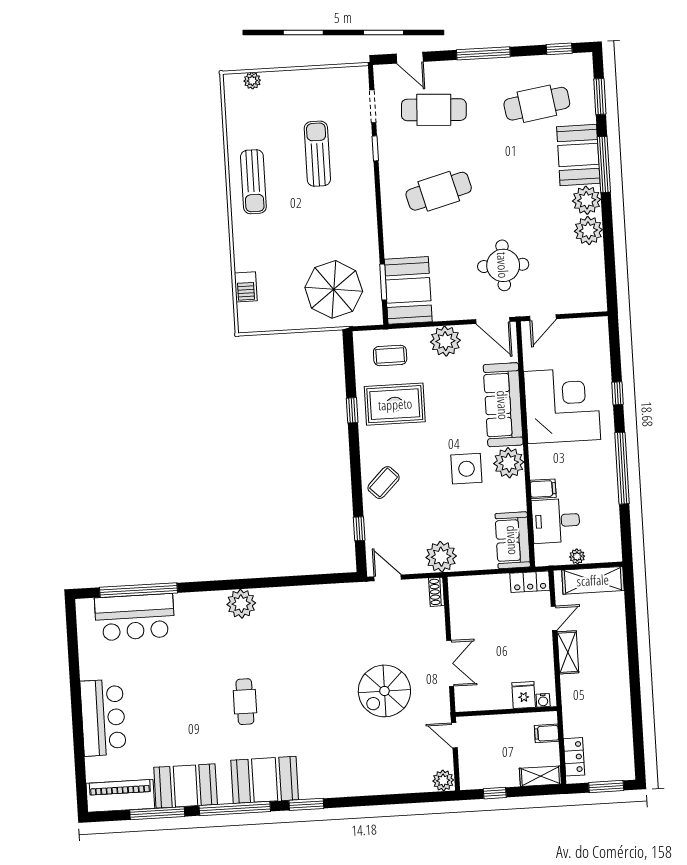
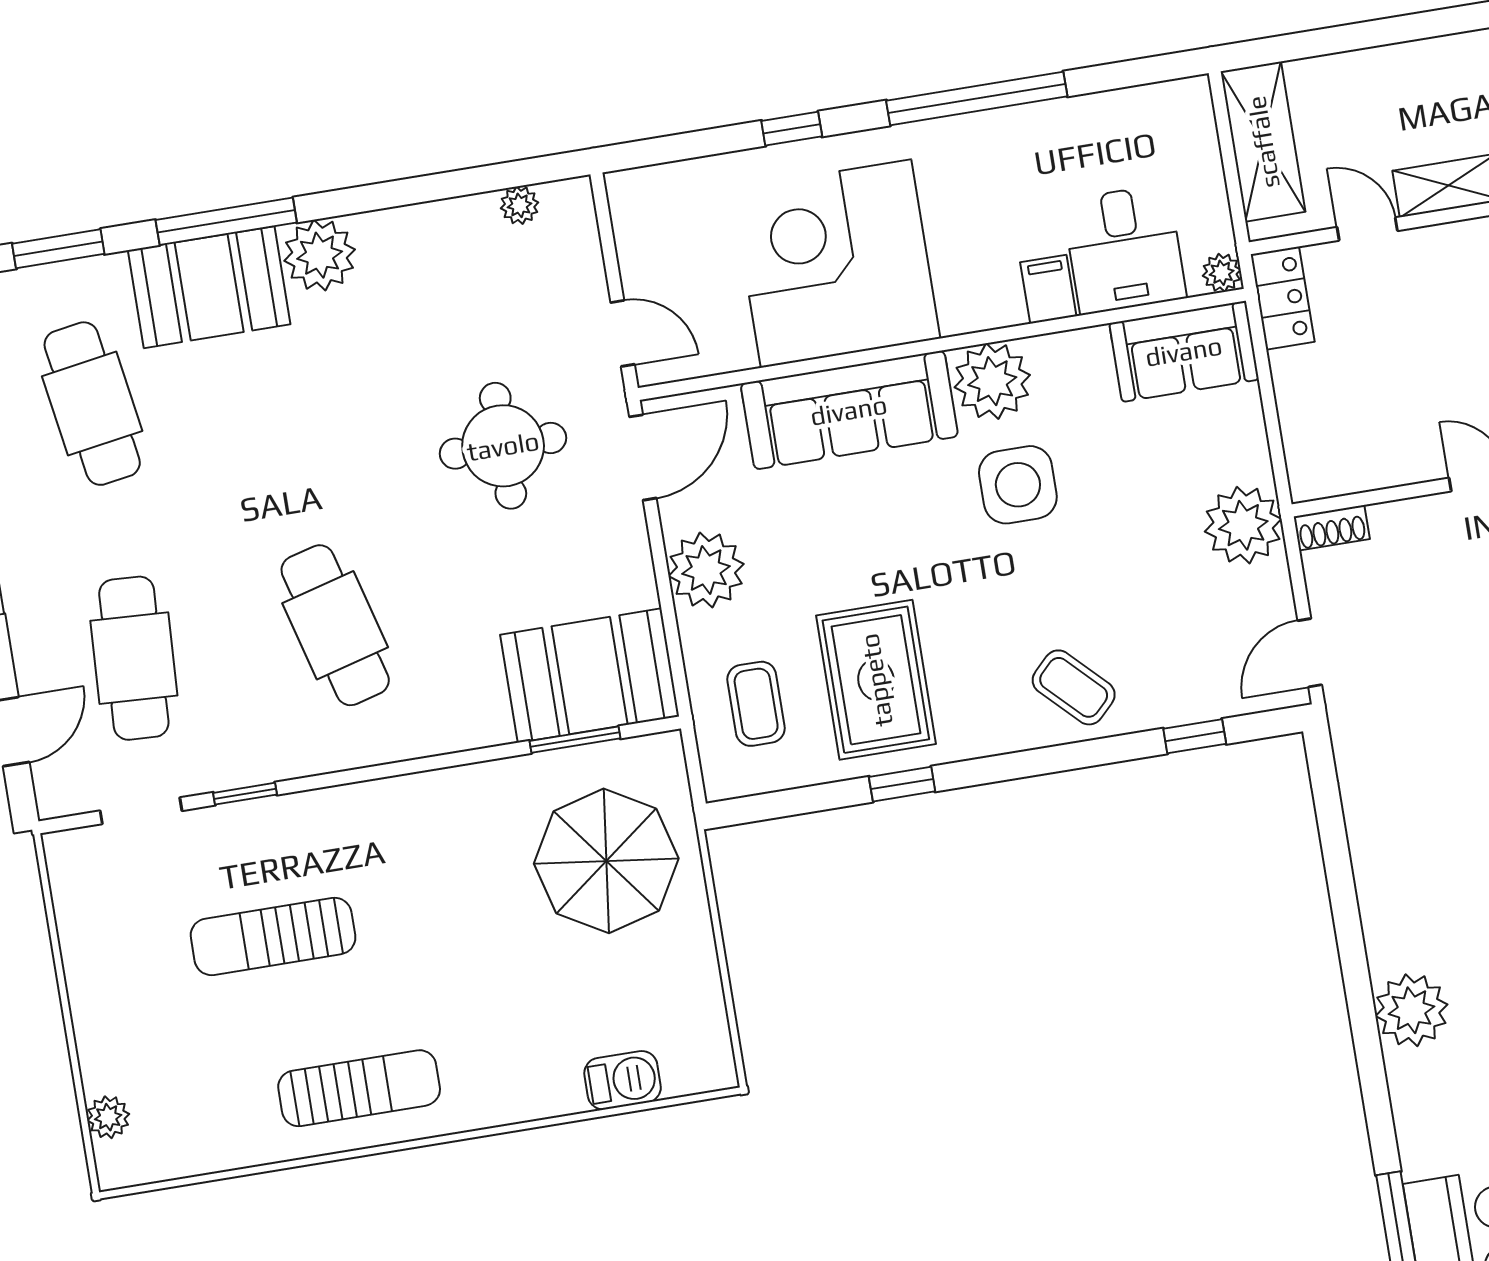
plant: (588, 231) -> (520, 205), moved, width x0.53, depth x0.53
plant: (577, 556) -> (1222, 273), moved

